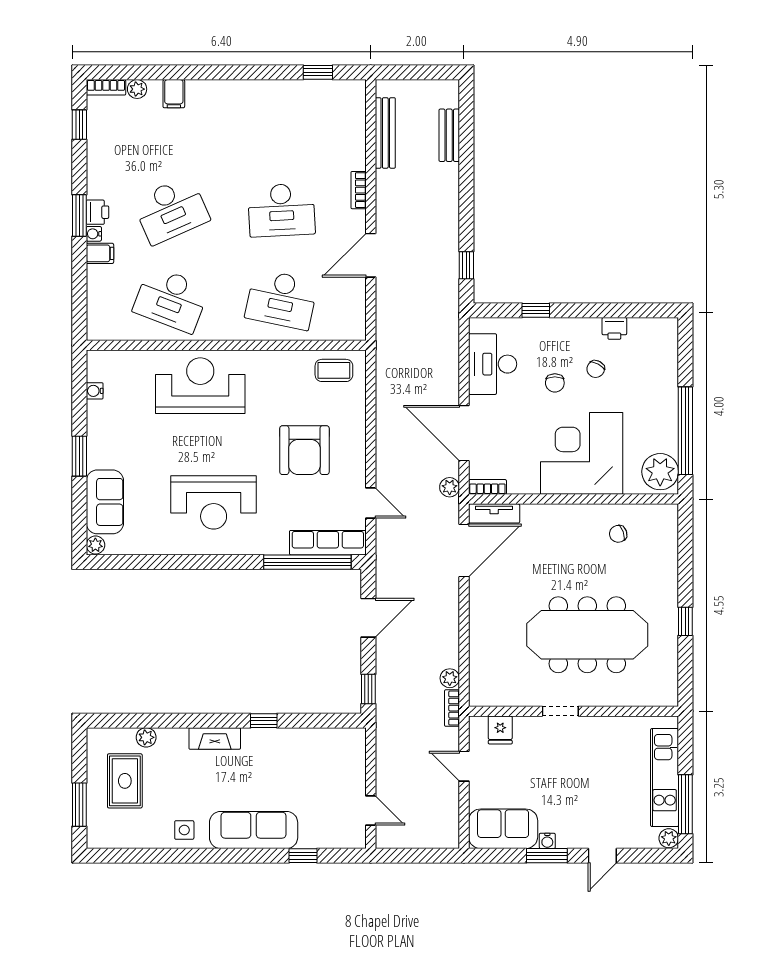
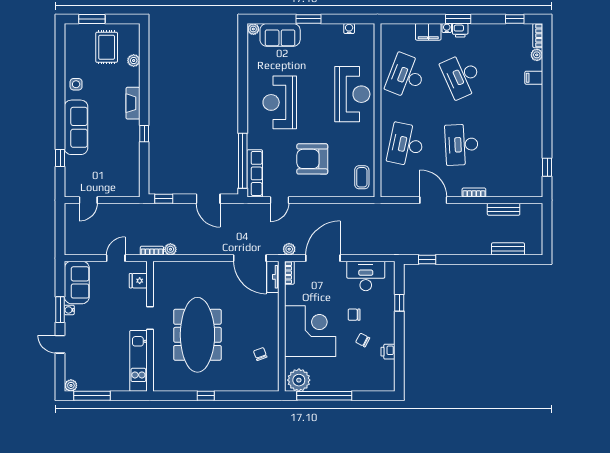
bench: (385, 133) -> (504, 209), width x0.73
filing cabinet: (100, 253) -> (428, 32), width x2.00
kitchen unit: (665, 778) -> (138, 361), moved, turned -90
rug: (125, 781) -> (107, 47), turned 90

